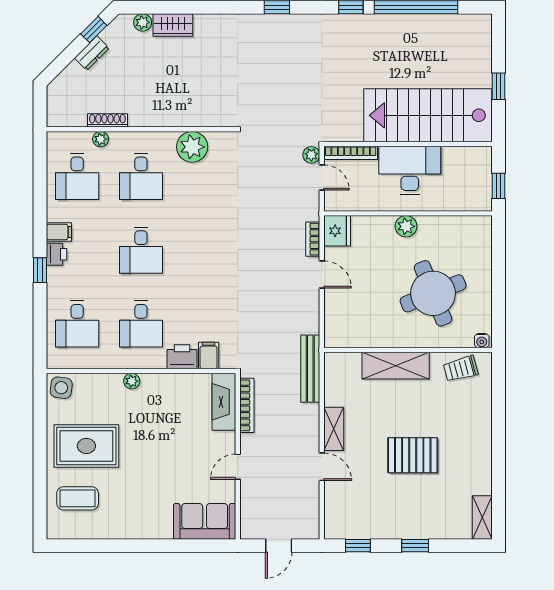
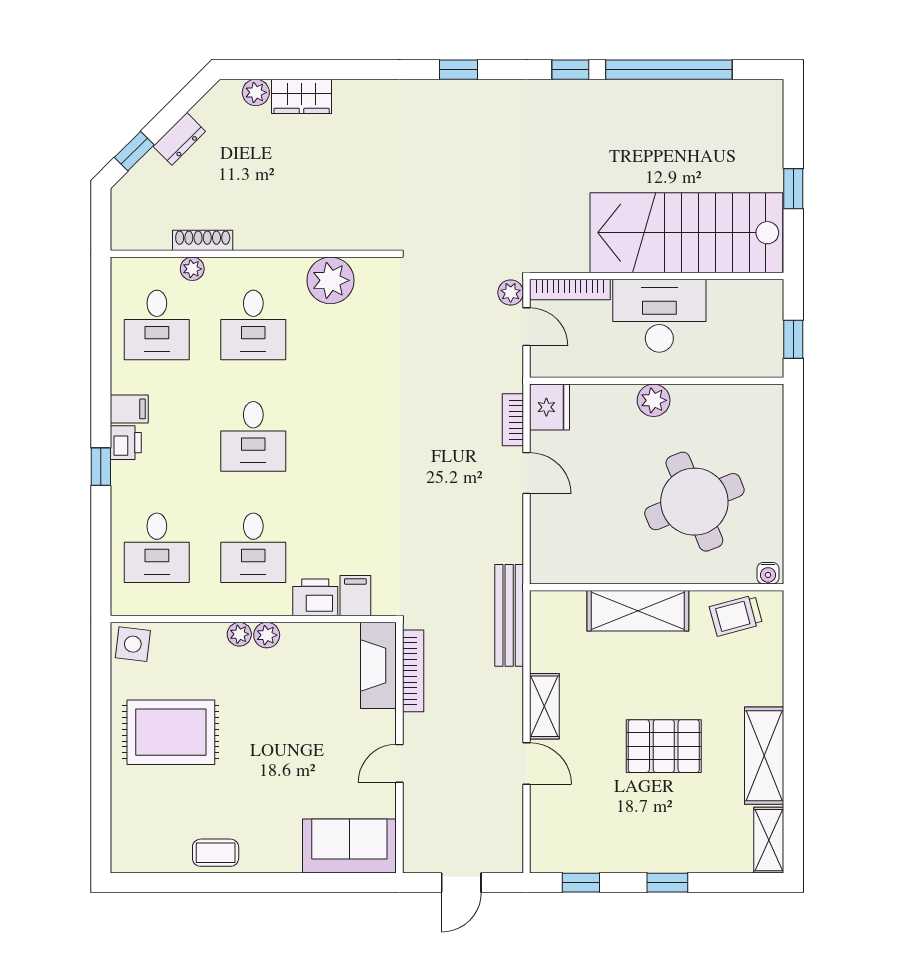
window: (94, 30) -> (134, 151), moved
plant: (150, 382) -> (267, 635), added
shelving: (479, 462) -> (764, 756), added
coffee table: (78, 498) -> (216, 853), moved, width x0.73, depth x0.77

